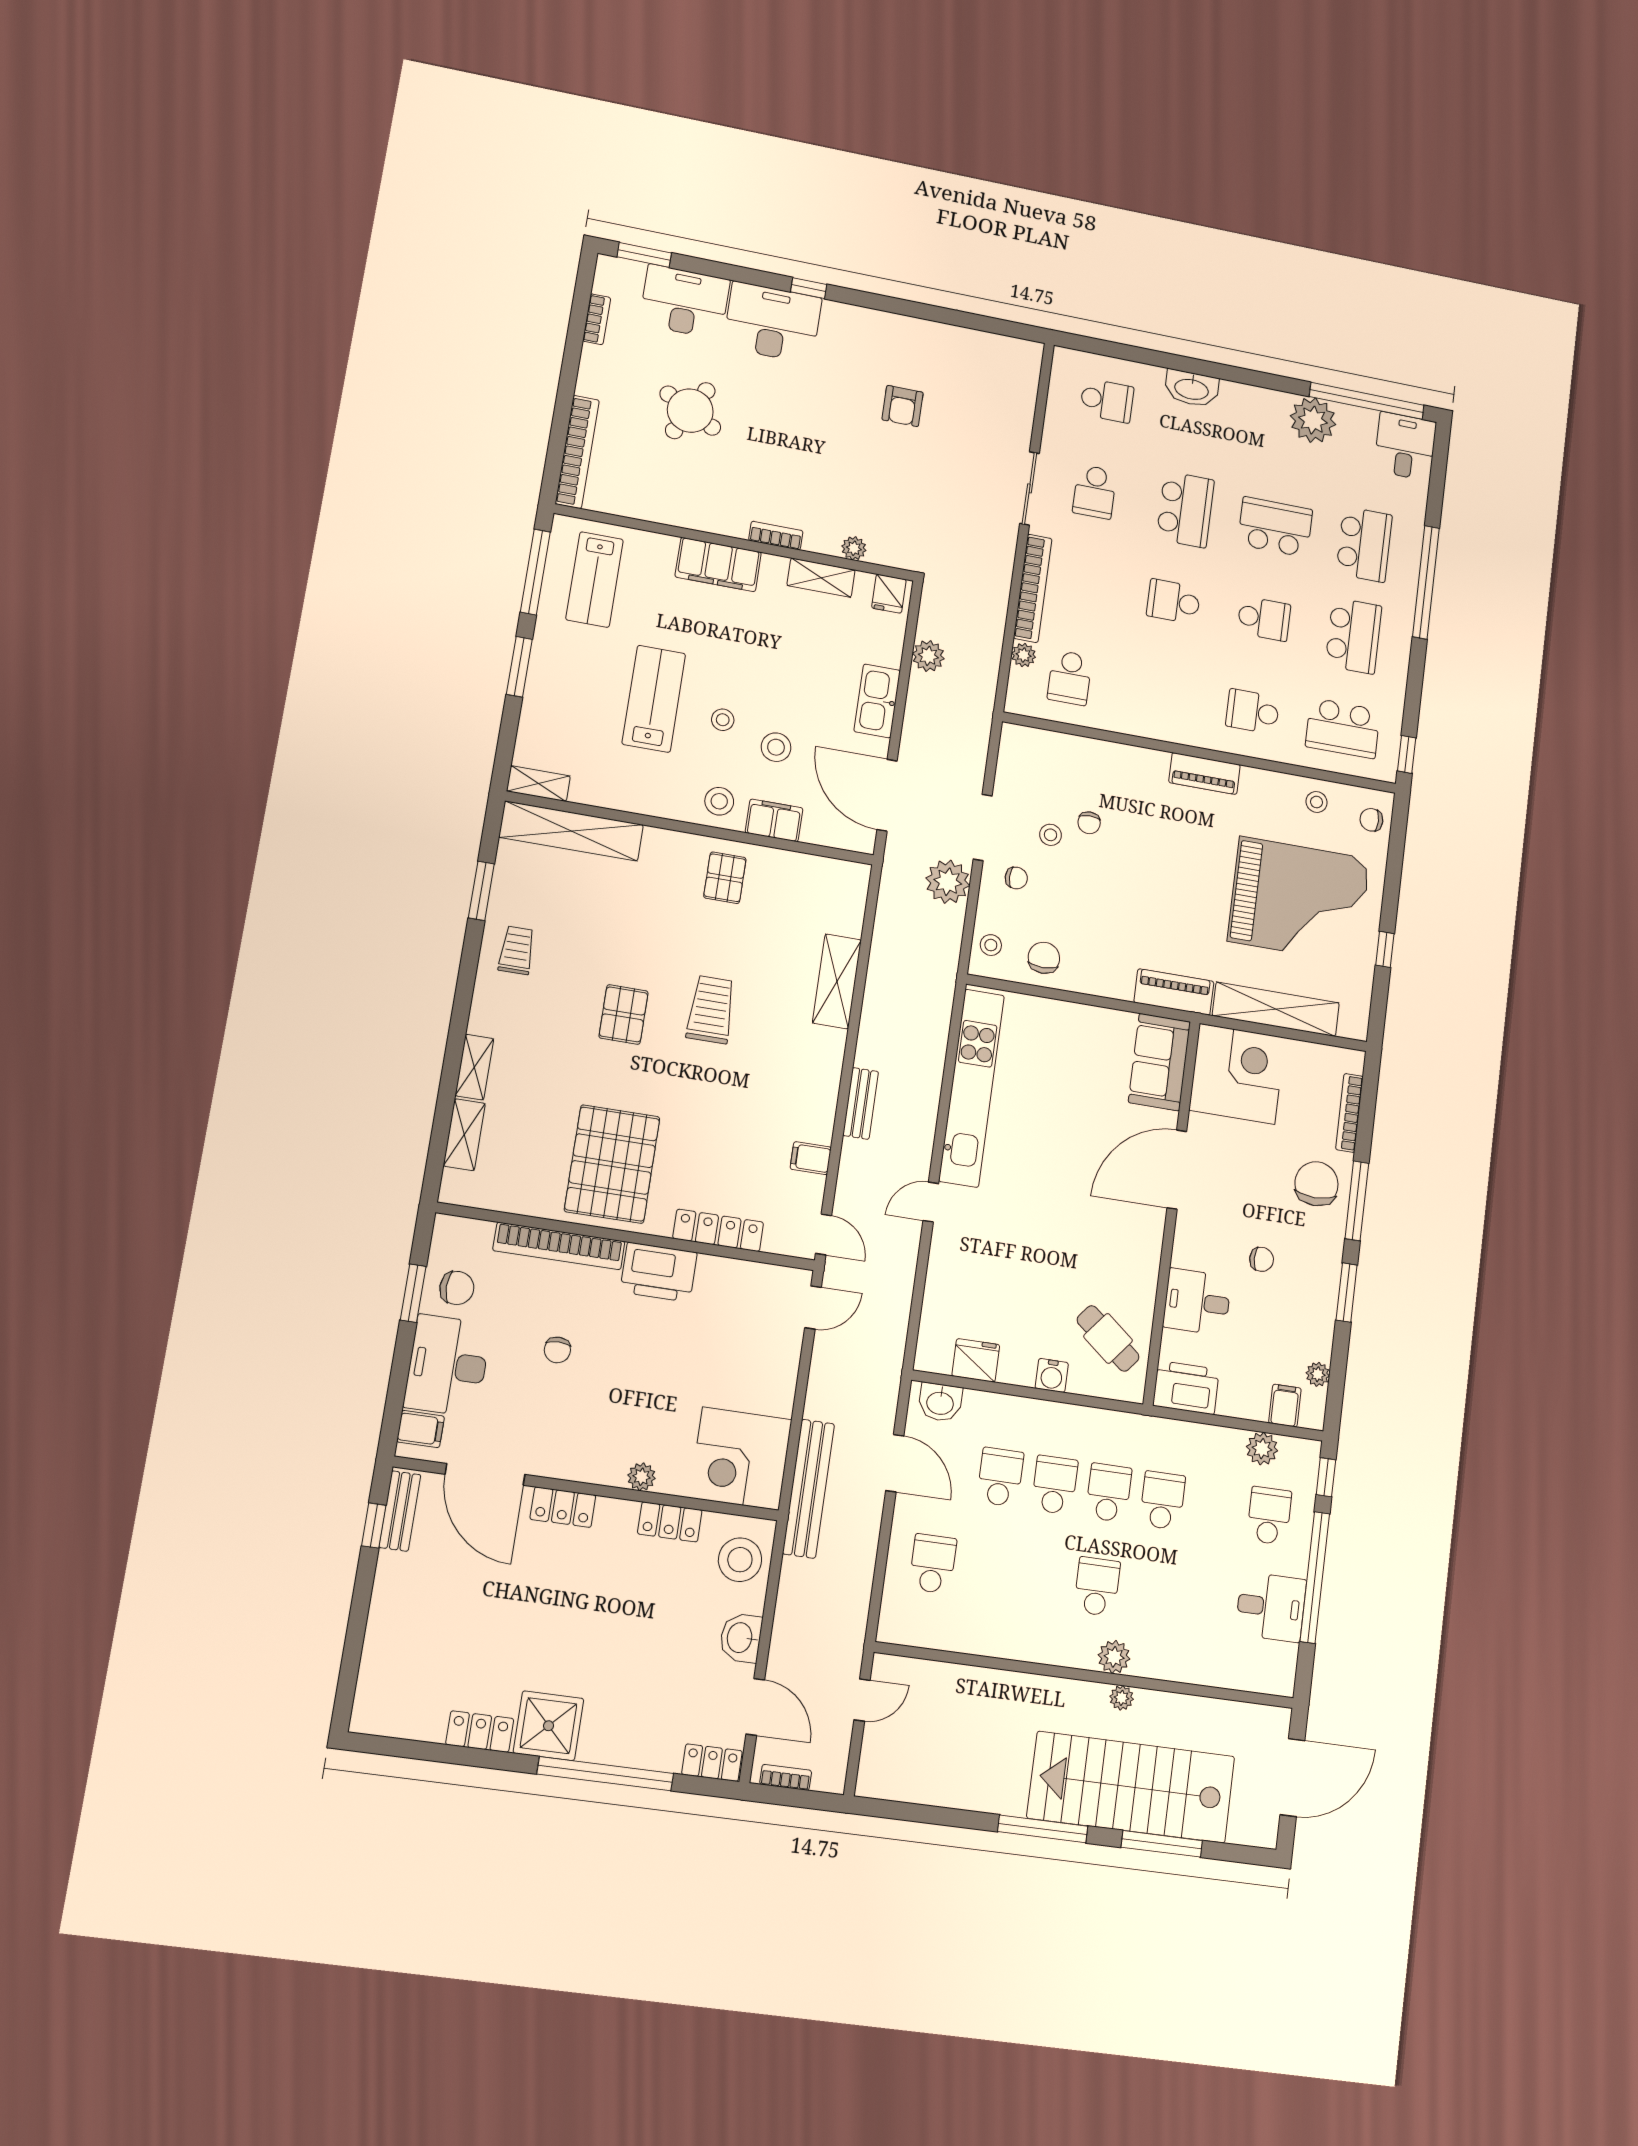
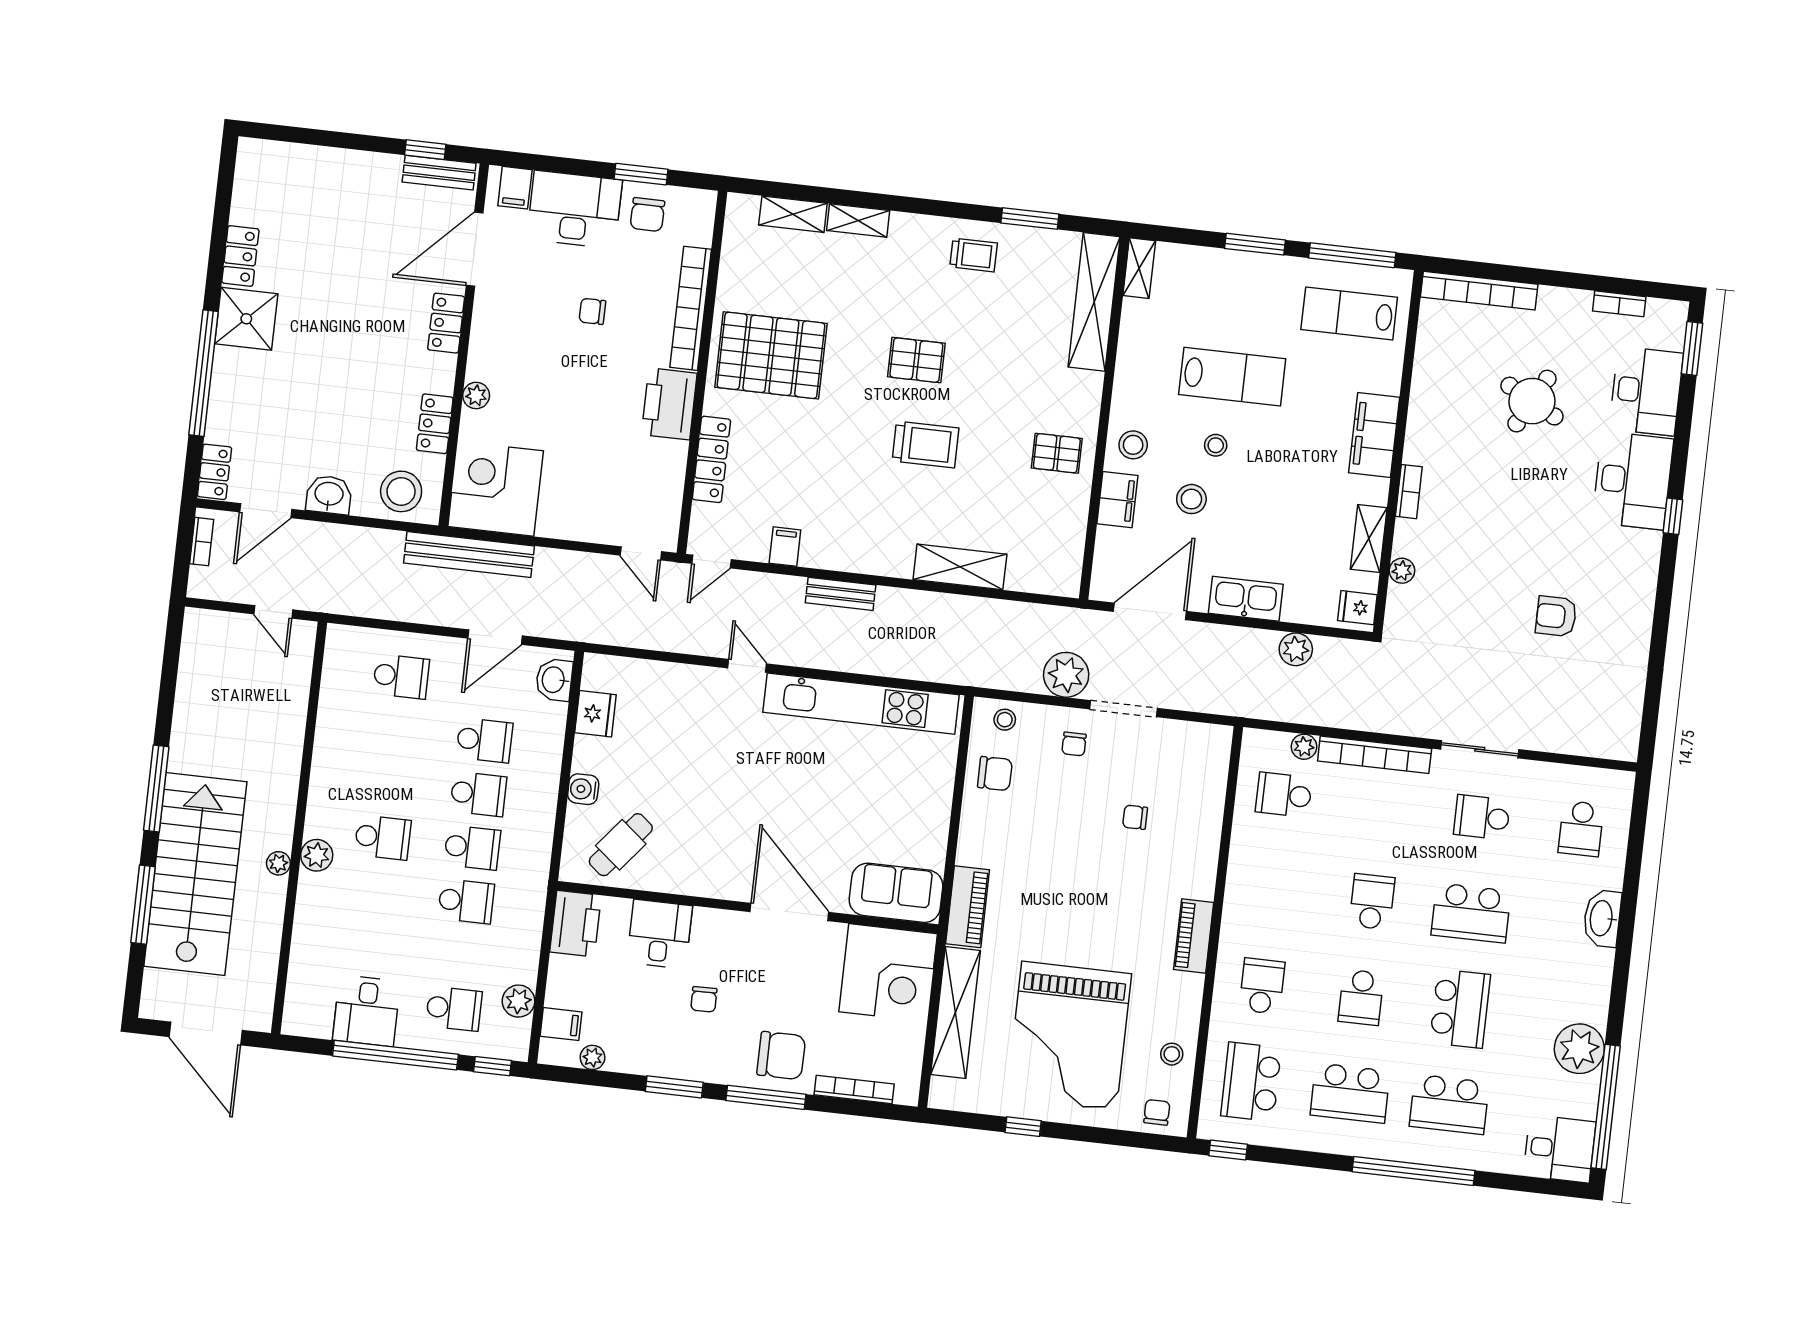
stool: (1050, 835) -> (1120, 778), removed

